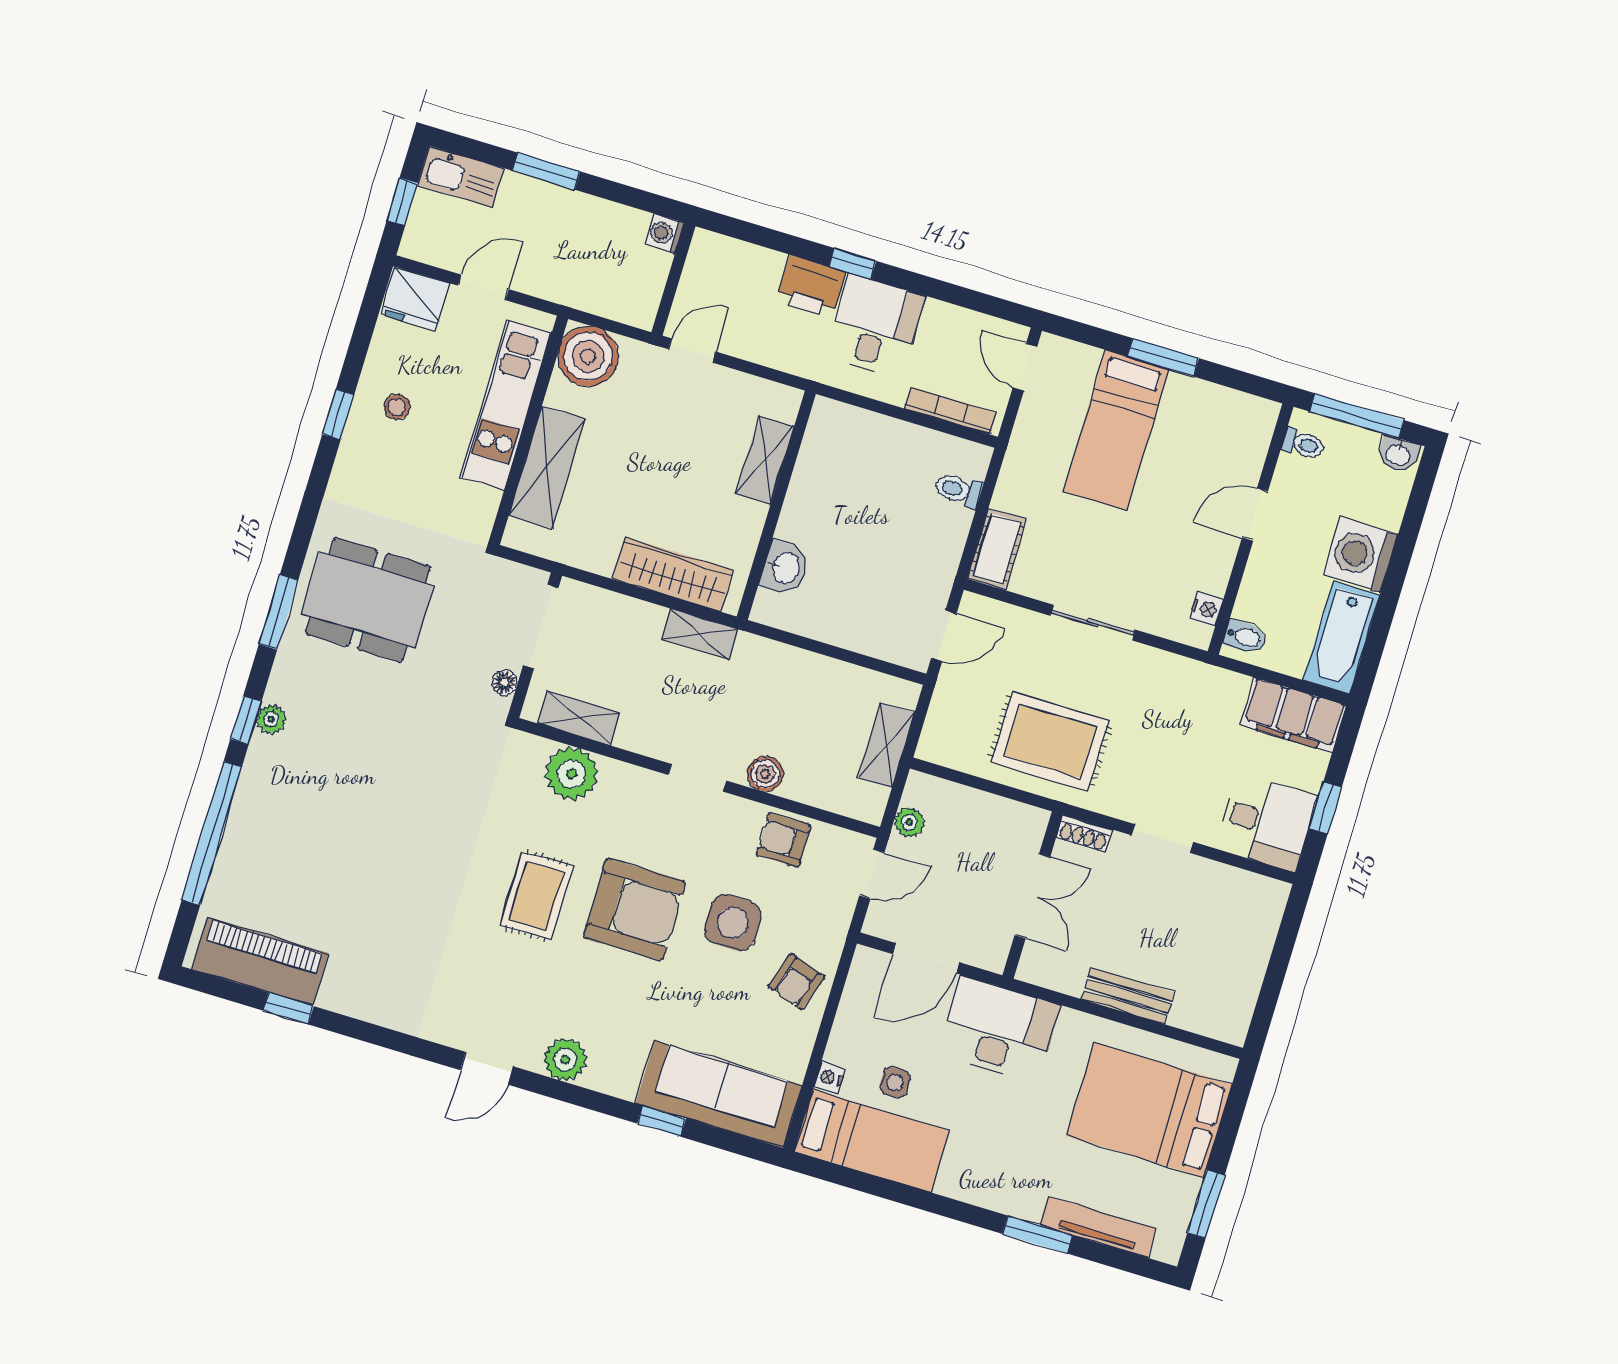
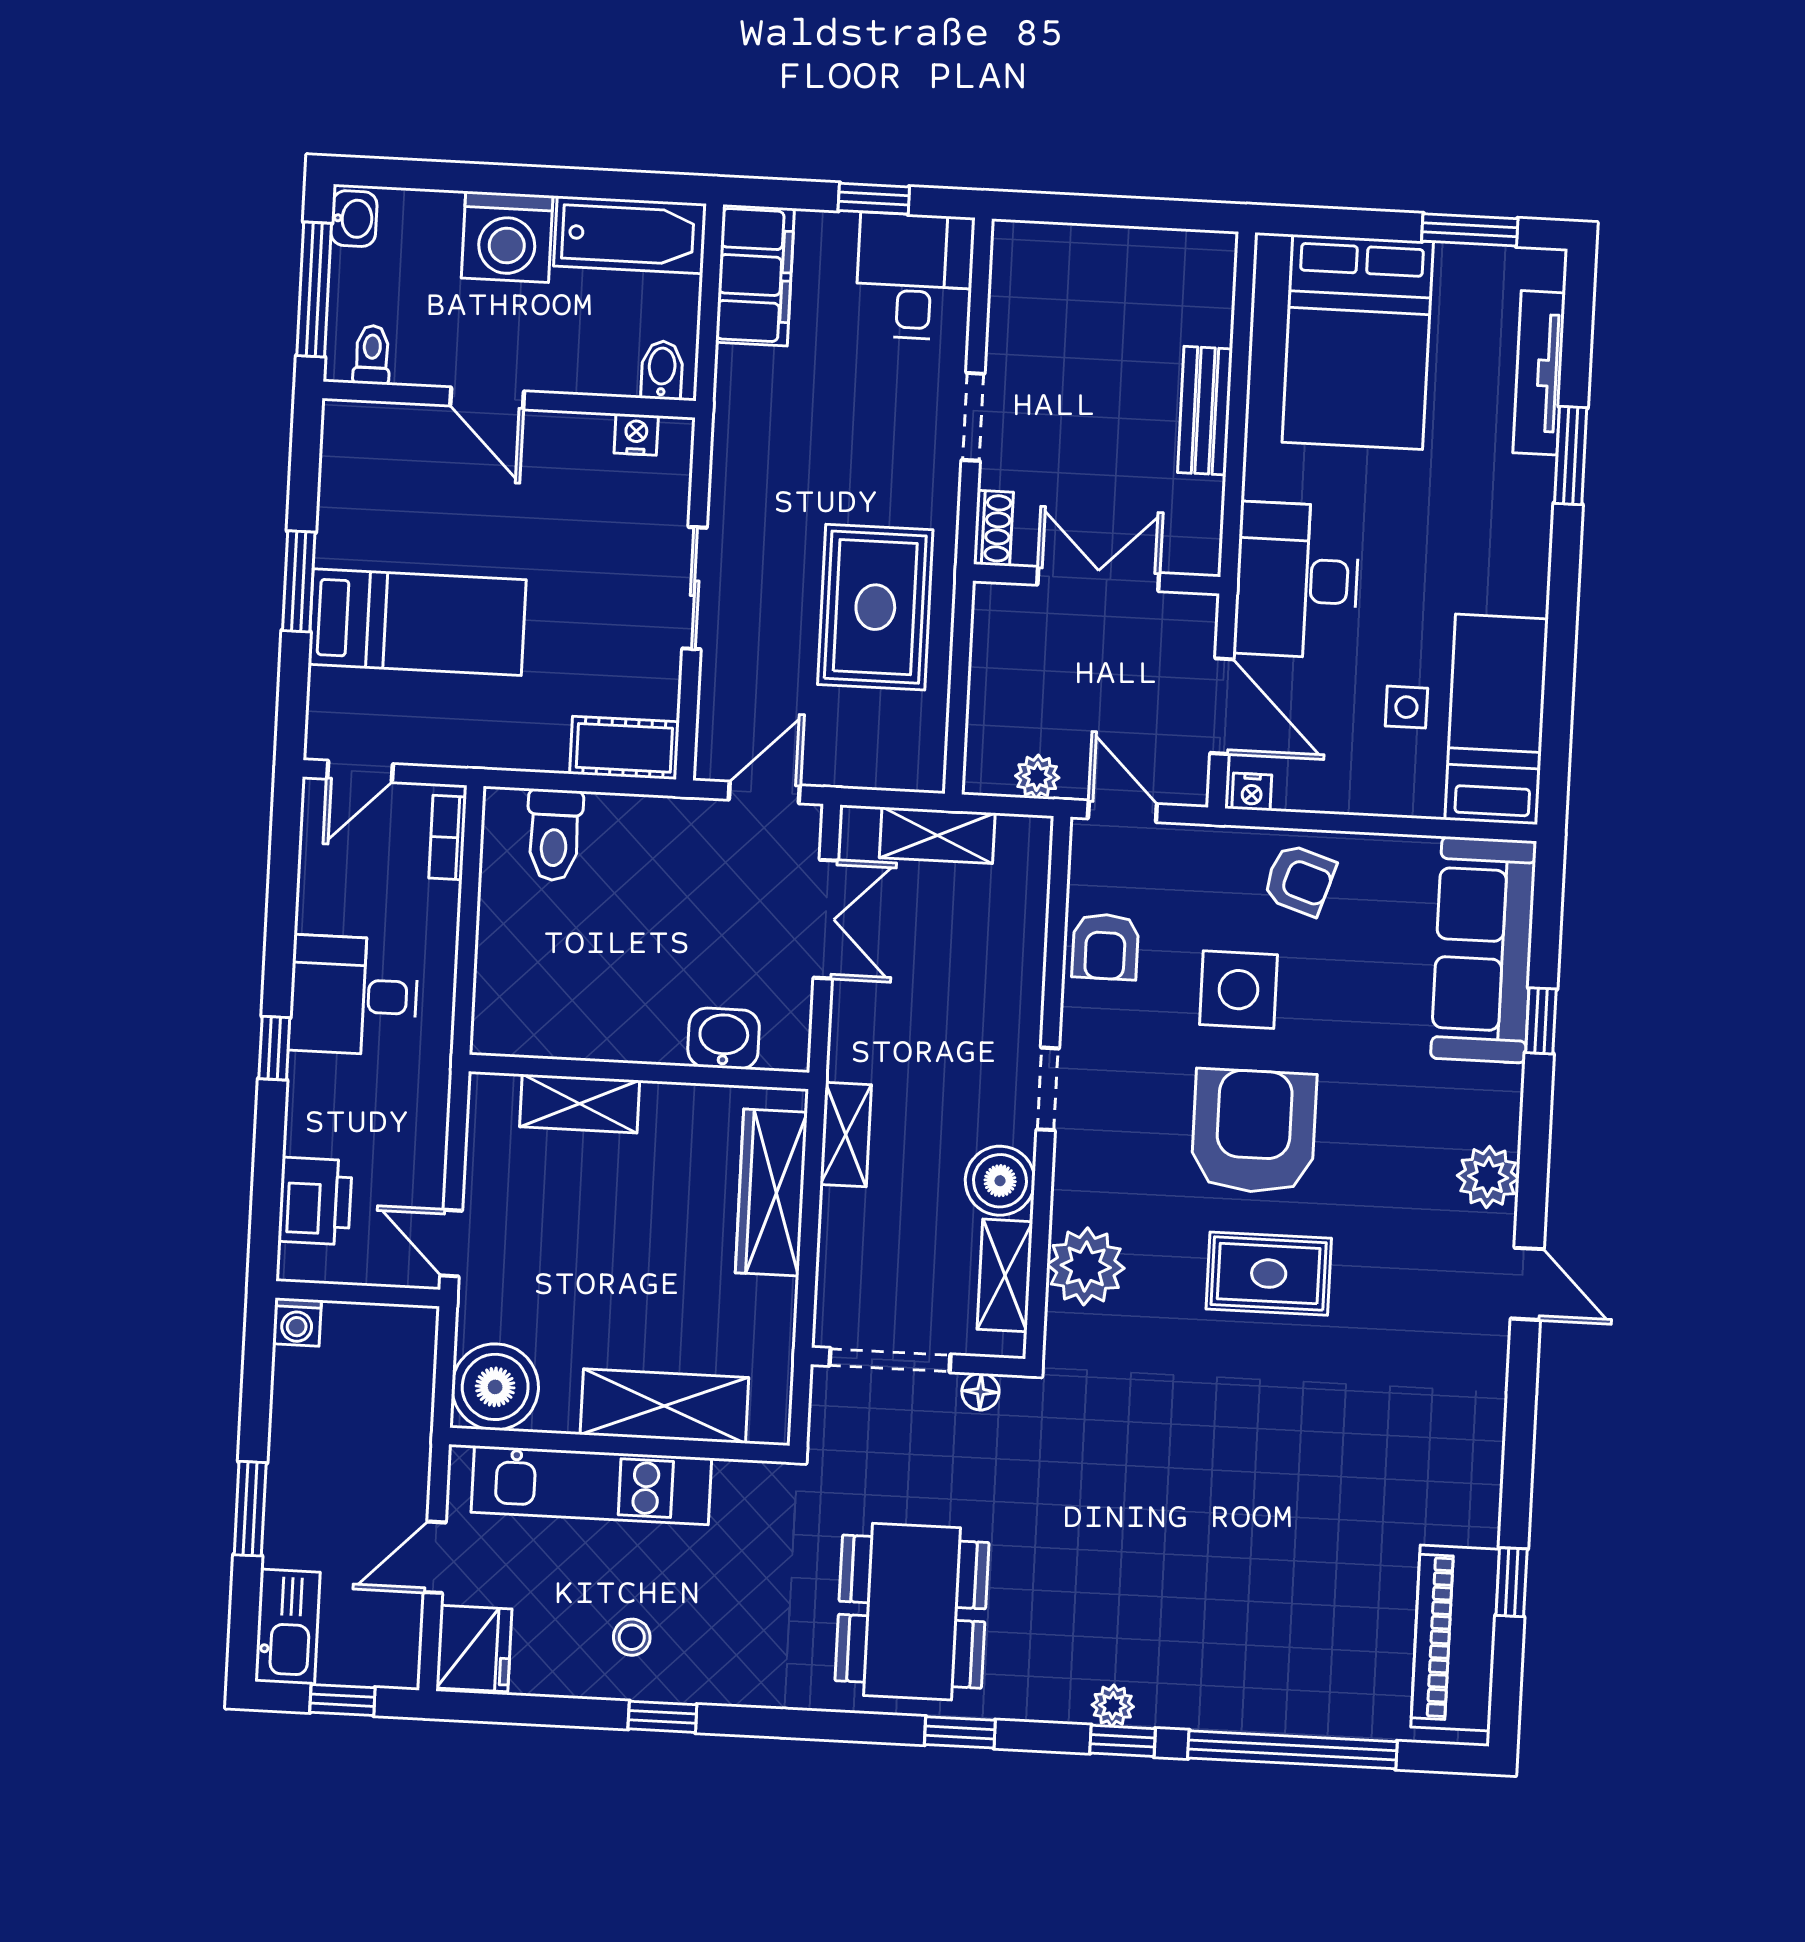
printer: (811, 286) -> (315, 1201), moved
door: (483, 287) -> (435, 1557), hinge flipped
bookcase: (950, 410) -> (448, 837), width x0.64
toilet: (958, 490) -> (554, 835), width x1.37, depth x1.39
window: (279, 612) -> (960, 1732), width x0.67
door: (944, 636) -> (764, 792), hinge flipped
double door: (848, 656) -> (826, 919), added
boiler: (765, 774) -> (1000, 1181), moved, width x1.36, depth x1.36
nightstand: (829, 1078) -> (1252, 792), moved

